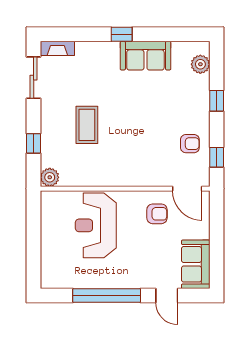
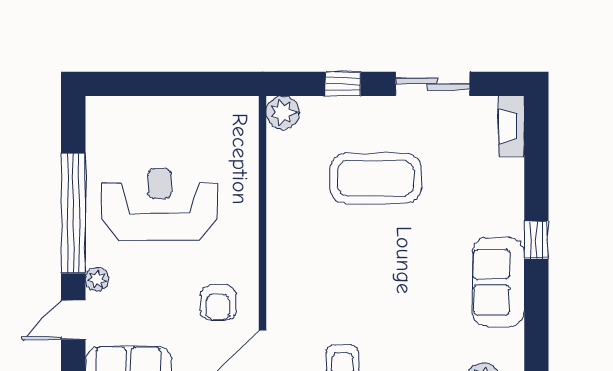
sliding door: (34, 78) -> (433, 84), moved
coffee table: (87, 125) -> (376, 178), width x1.36, depth x1.32
reception desk: (96, 225) -> (160, 205), moved
plant: (144, 282) -> (97, 279), added

